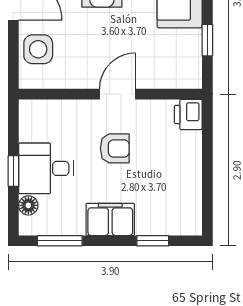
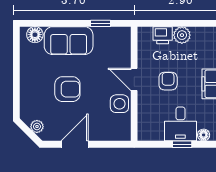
side table: (38, 49) -> (119, 104), moved
printer: (188, 114) -> (163, 35), moved
plant: (188, 171) -> (182, 35), added

